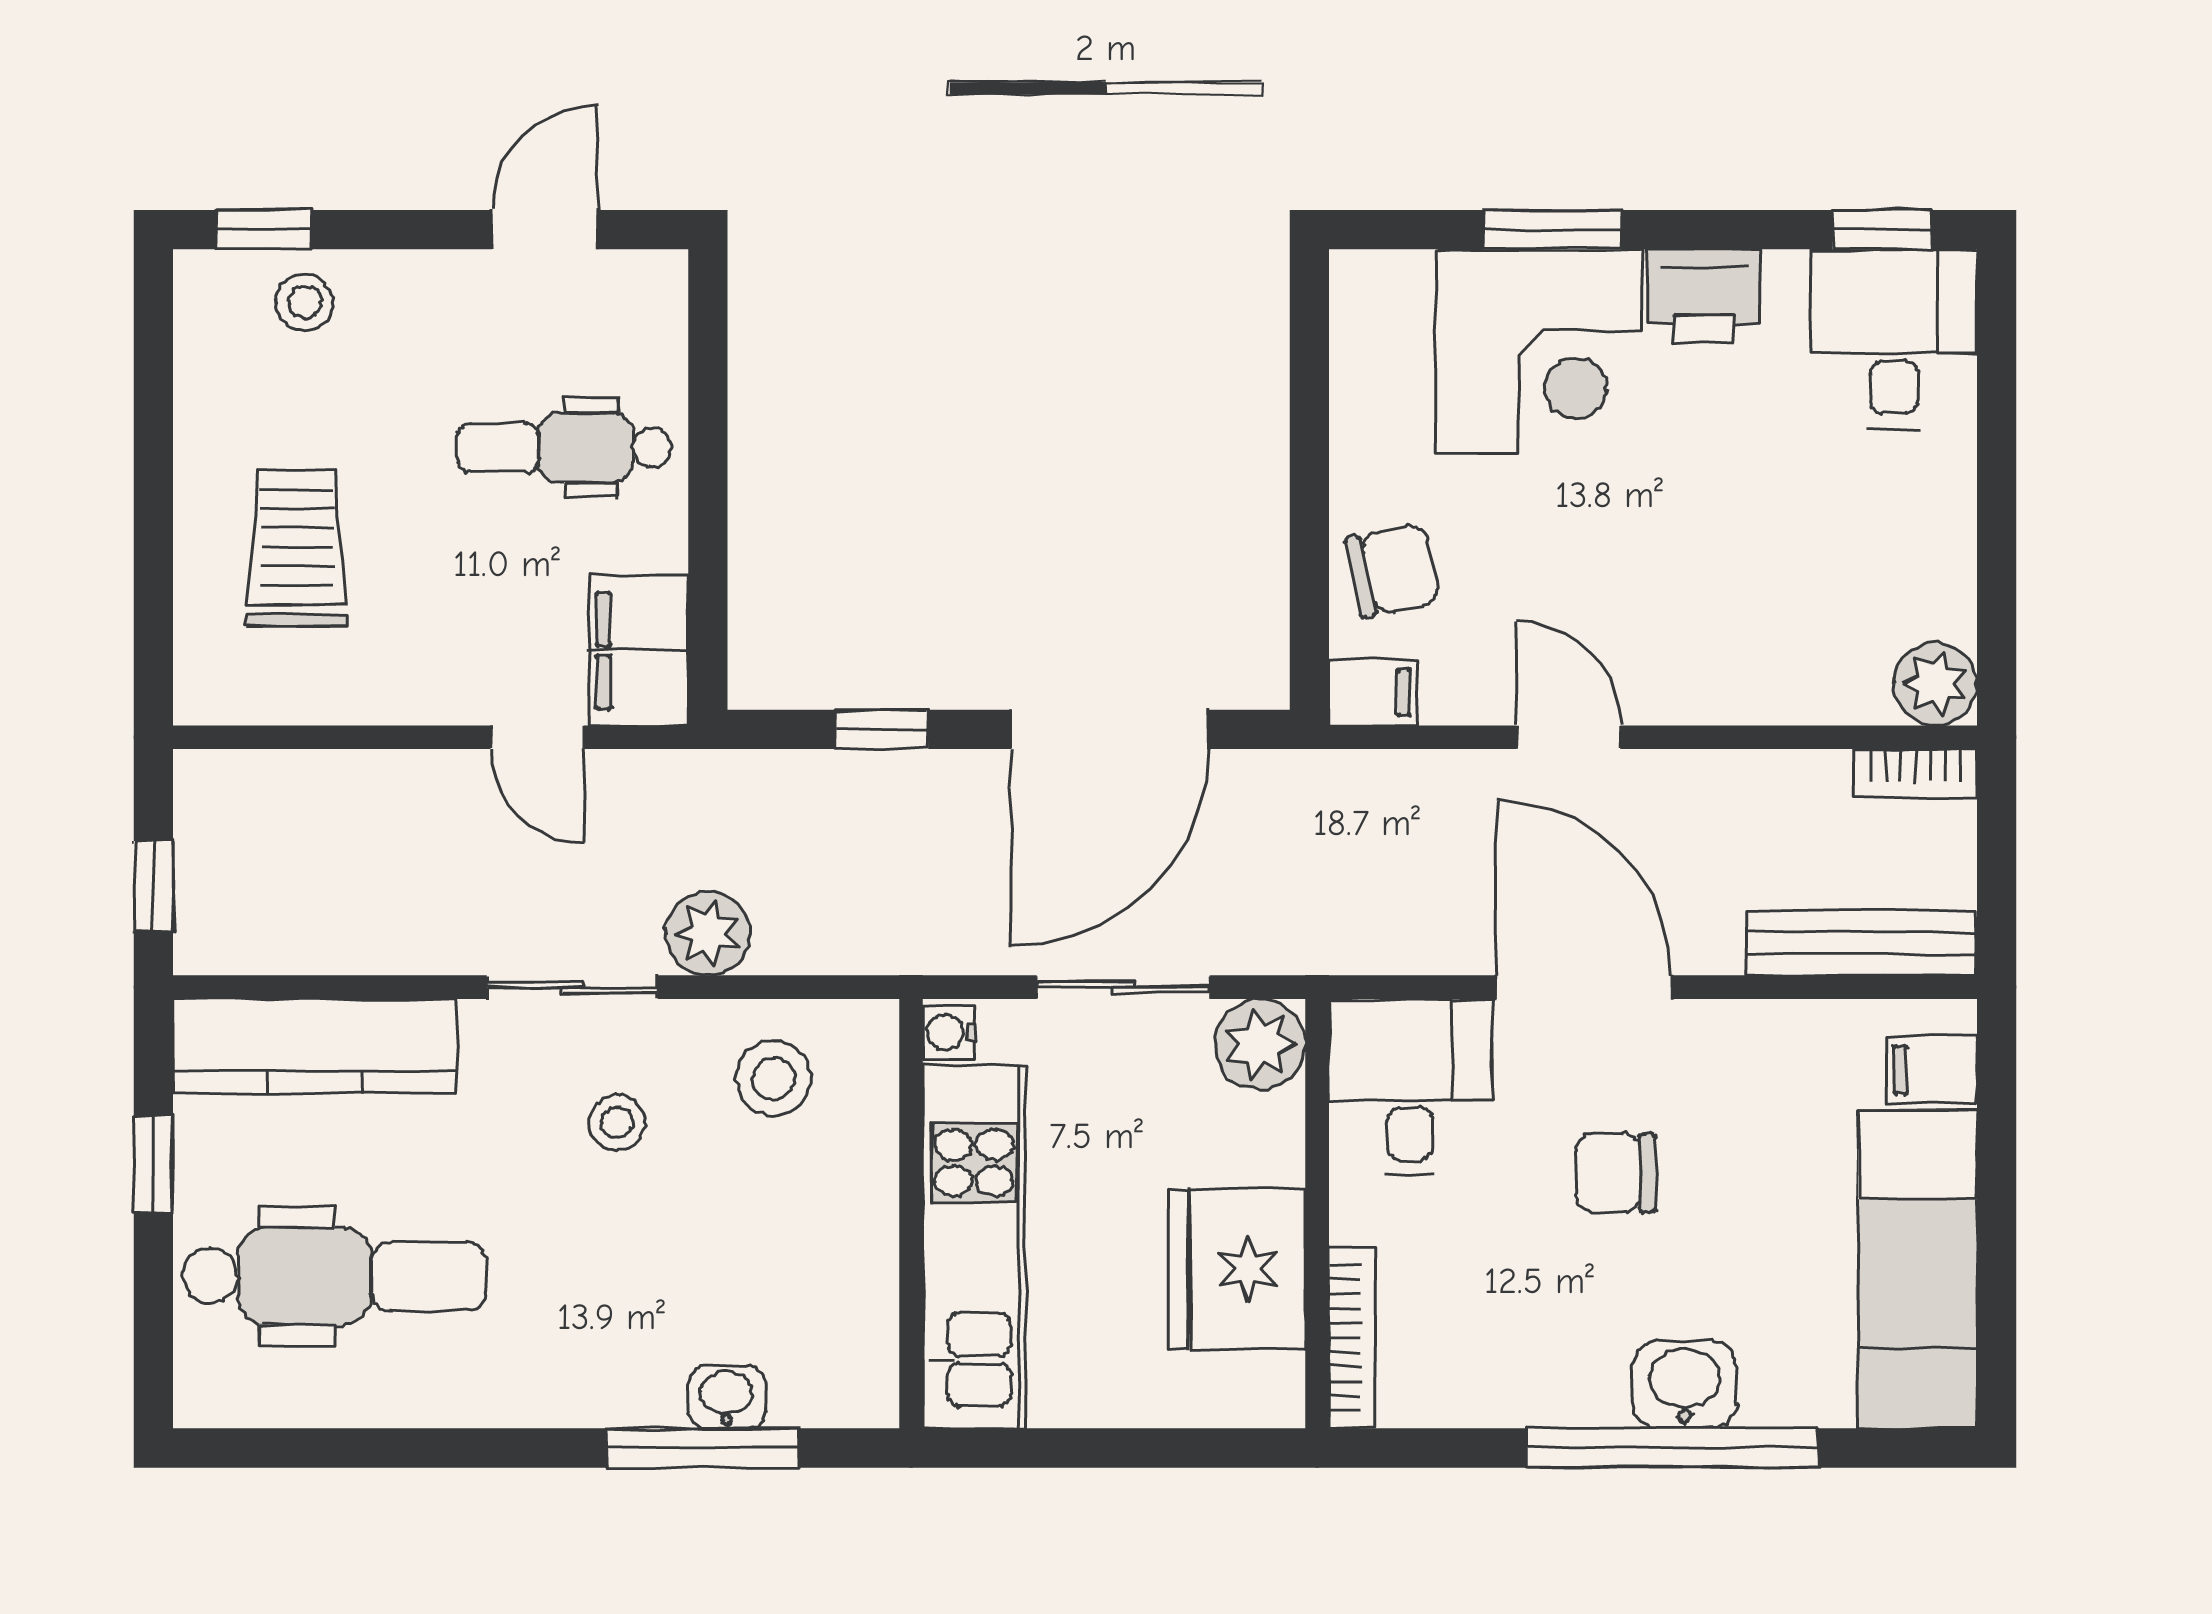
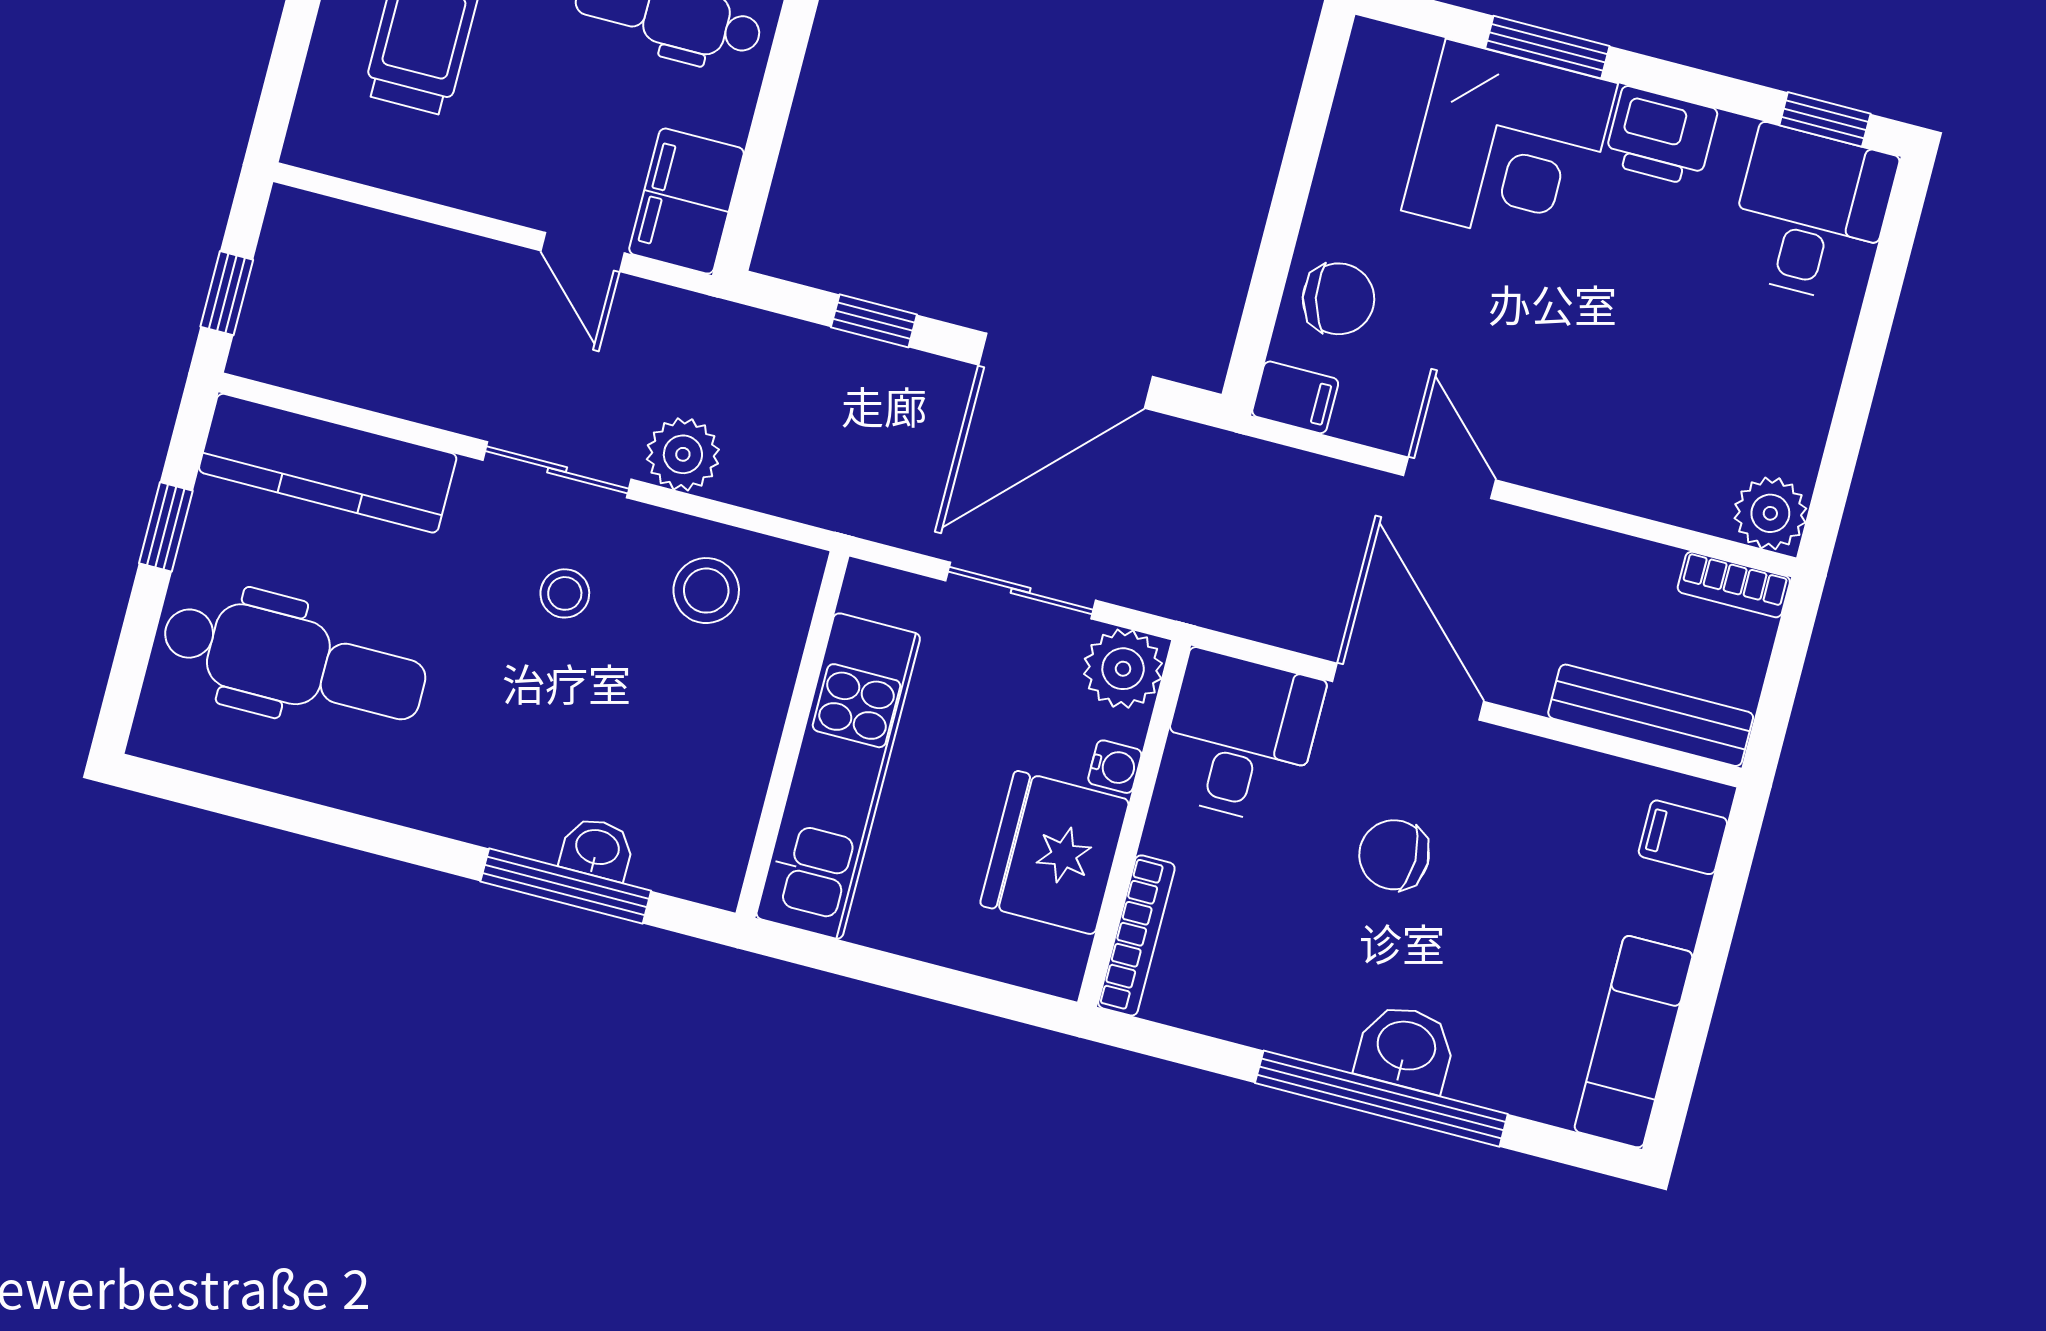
water cooler: (949, 1032) -> (1115, 767), moved, turned 180
exam couch: (1918, 1269) -> (1633, 1042), width x0.73, depth x0.69

